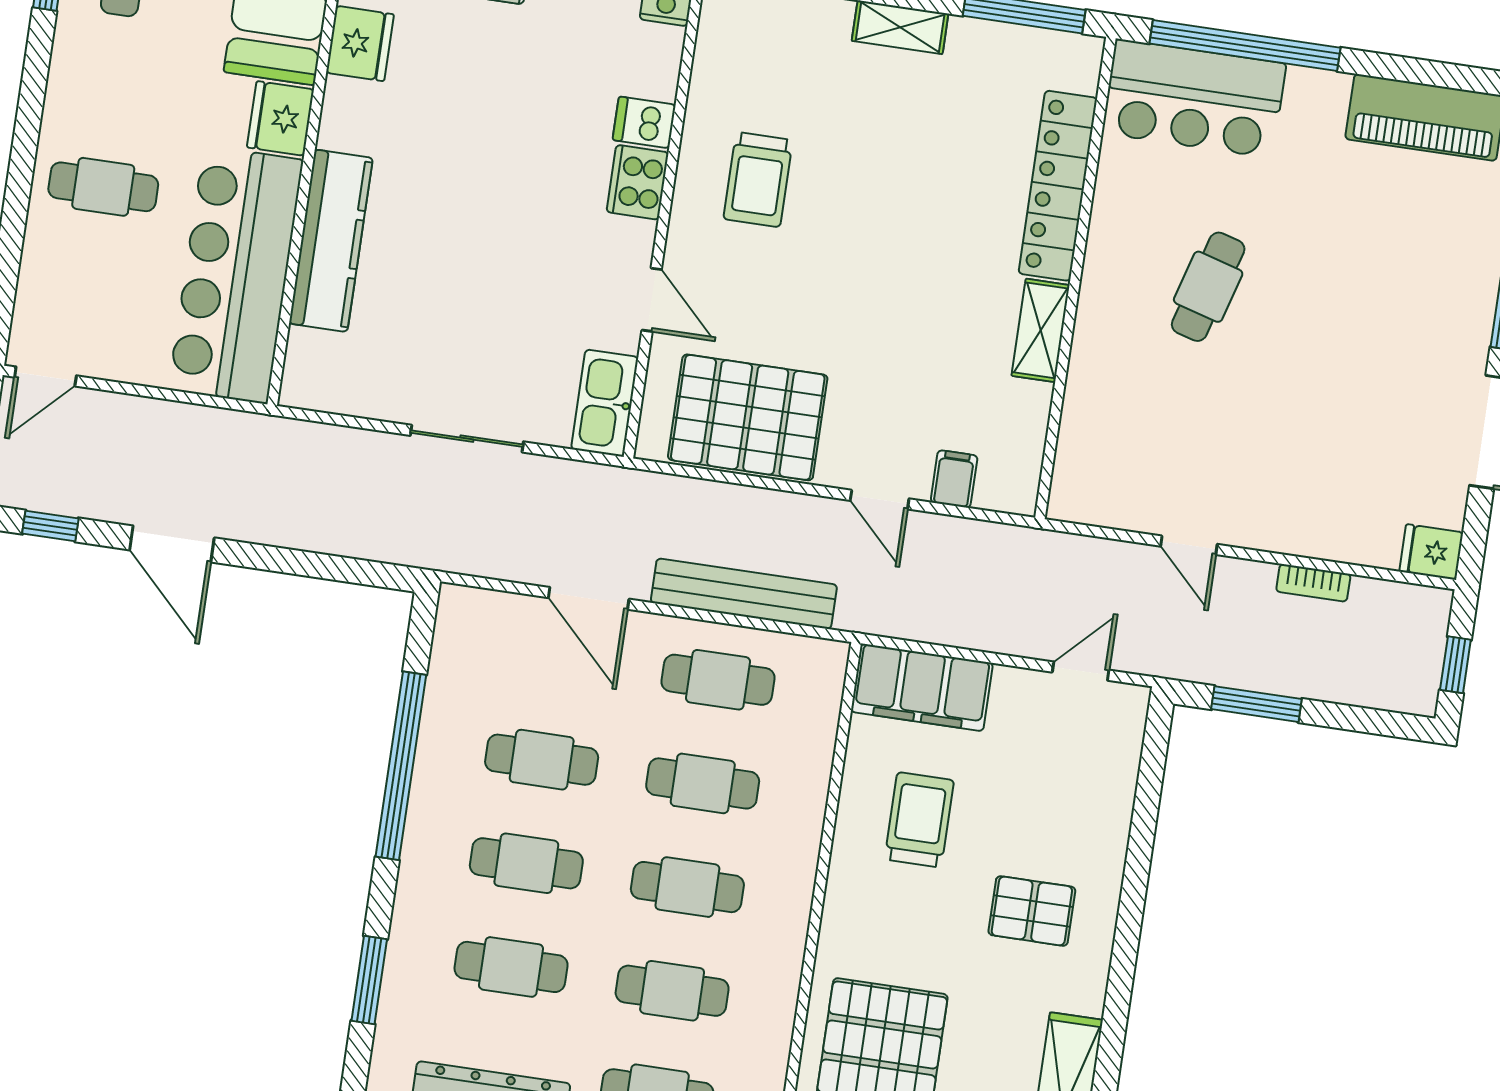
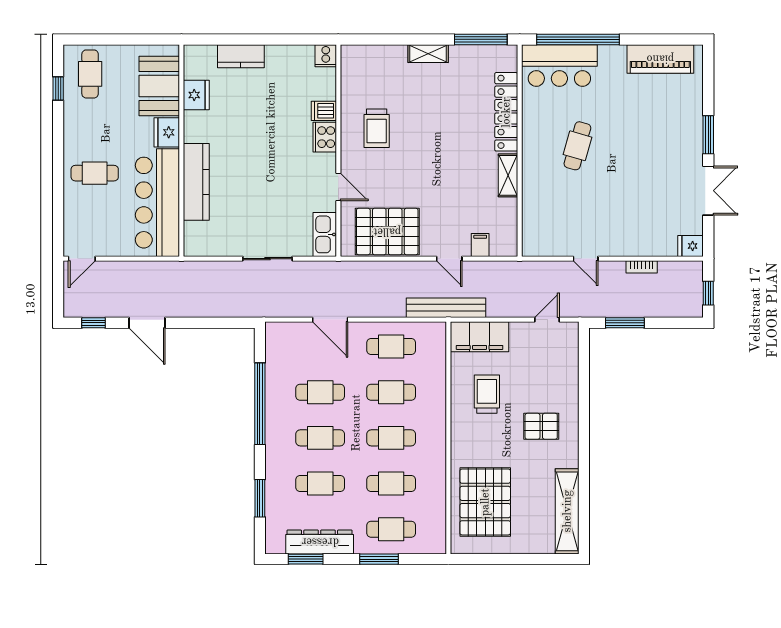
bench: (744, 594) -> (446, 308), moved

